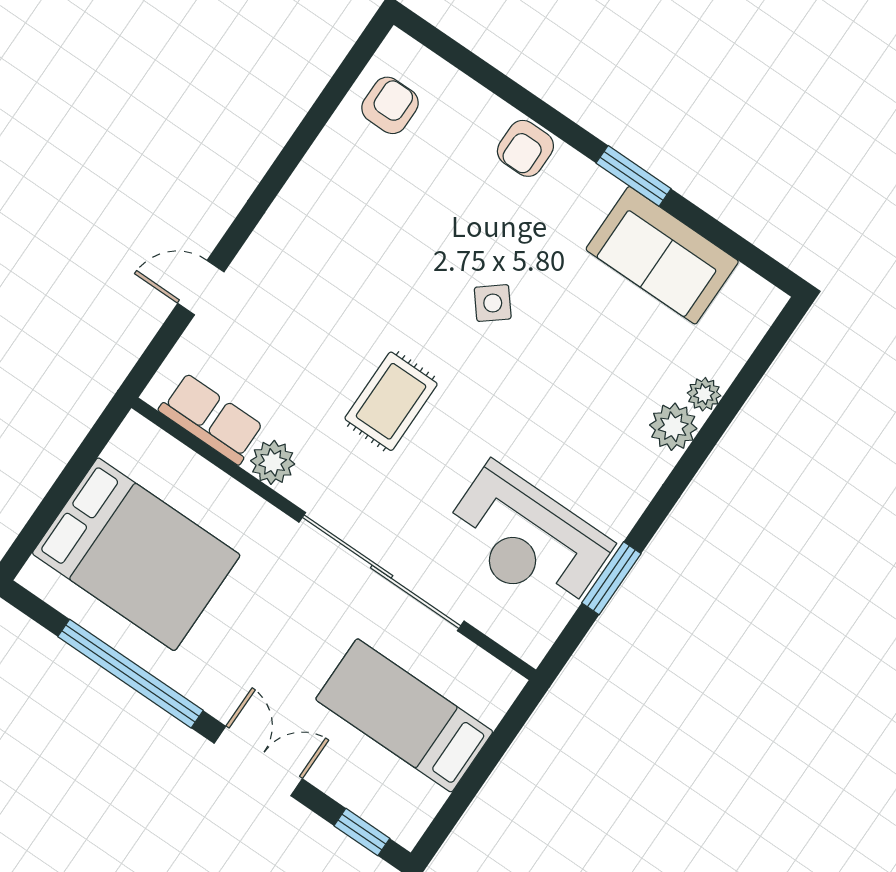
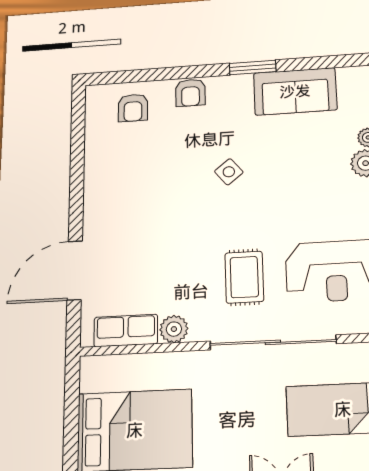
armchair: (390, 105) -> (133, 108), moved, turned 180
door: (201, 288) -> (75, 270), width x1.88
rug: (391, 401) -> (244, 277), moved

